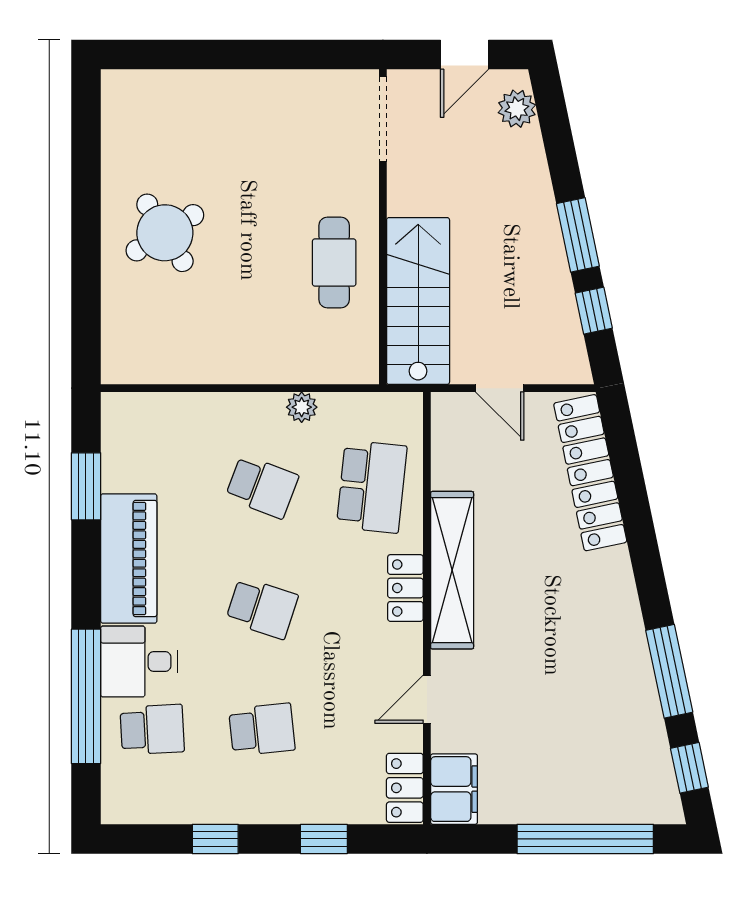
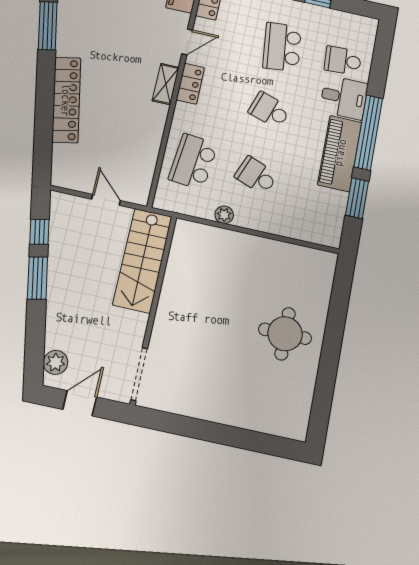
round table: (165, 233) -> (285, 334), turned 32
cafe table: (334, 263) -> (188, 294), removed
locker: (590, 473) -> (66, 100), moved
shelving: (452, 570) -> (166, 84), width x0.45, depth x0.75
locker: (405, 588) -> (190, 84), moved
window: (86, 696) -> (368, 132), moved
school desk: (262, 729) -> (282, 47), width x1.85

